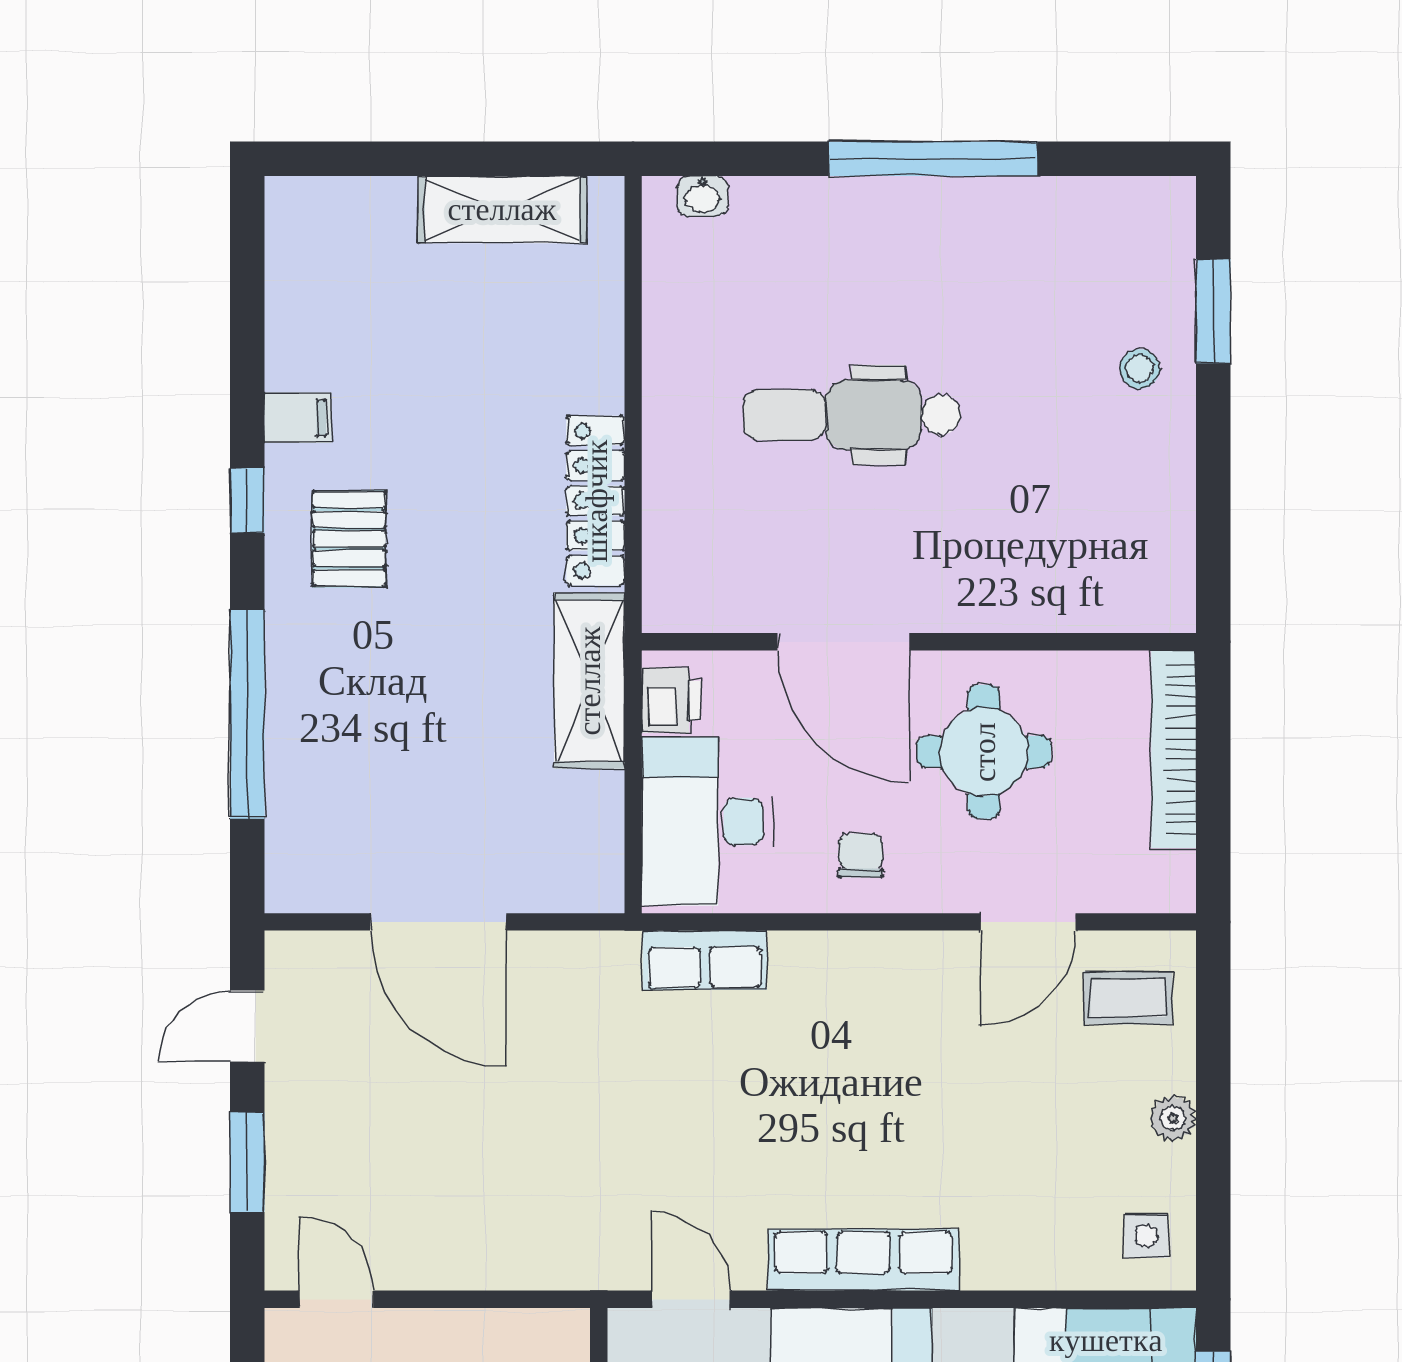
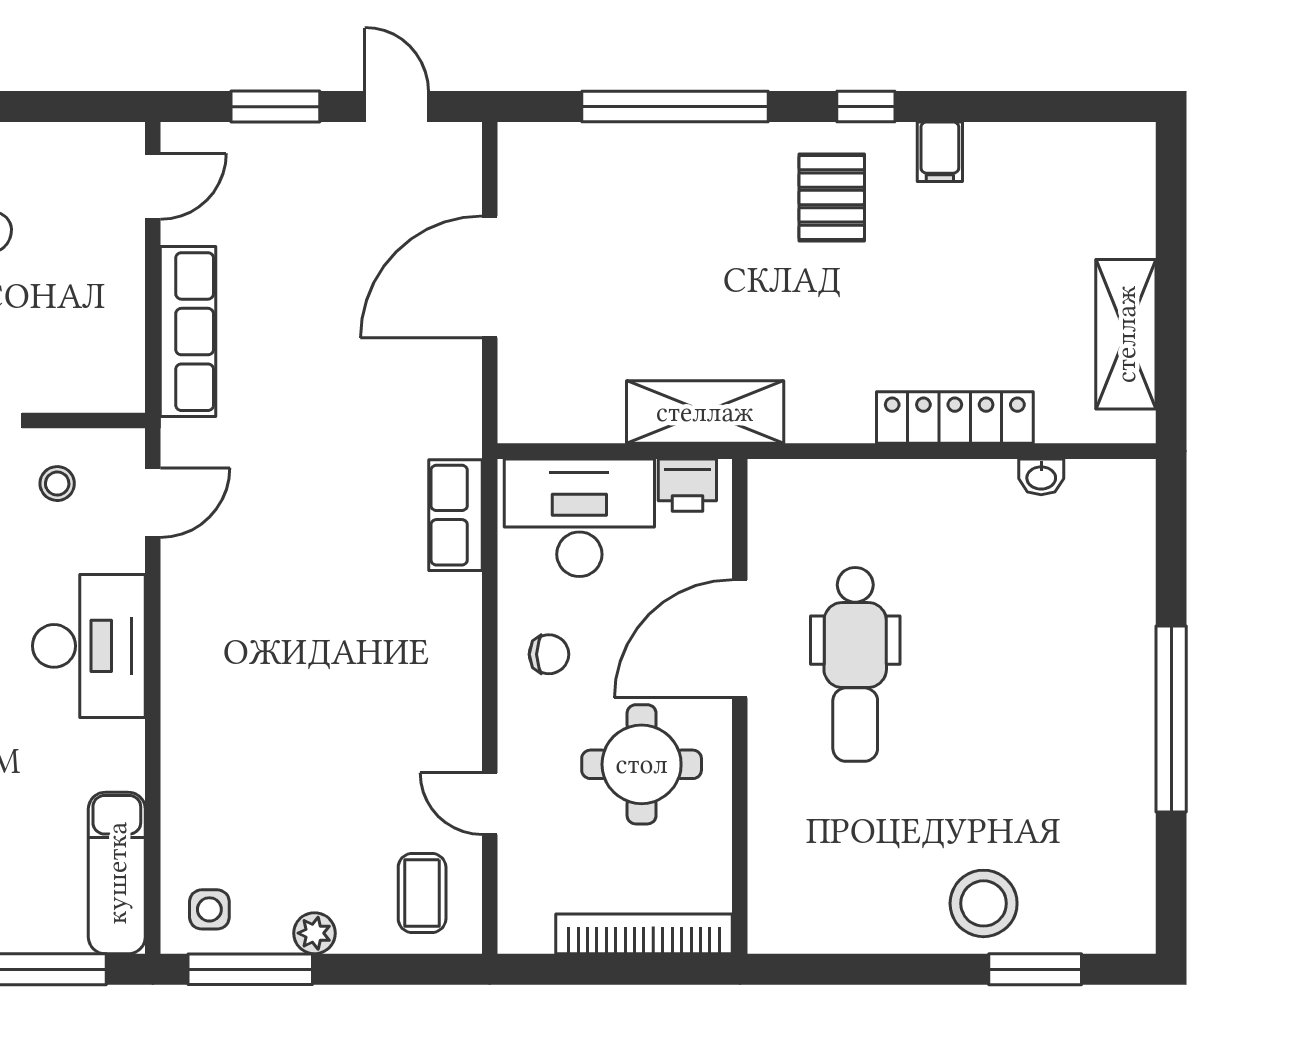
washbasin: (703, 196) -> (1041, 477), moved, turned -90
stool: (1140, 369) -> (984, 903), width x1.89, depth x1.89
dental chair: (852, 415) -> (855, 664), moved, turned 180
locker: (596, 501) -> (955, 418), moved
pallet: (349, 539) -> (832, 197), turned 90
door: (1028, 922) -> (490, 804), width x0.73
window: (1213, 1190) -> (250, 969), added
row of seats: (863, 1260) -> (188, 332), moved

